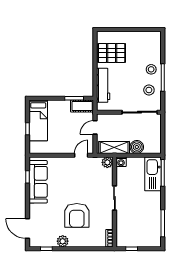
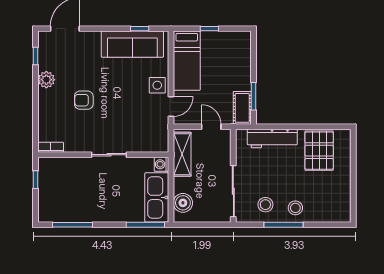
bed: (38, 120) -> (187, 61), moved, turned -90
boiler: (137, 147) -> (183, 203), moved
door: (81, 155) -> (171, 107), hinge flipped
plant: (107, 162) -> (161, 144), removed
side table: (66, 165) -> (157, 85), added
kitchen sink: (153, 174) -> (157, 197), moved, turned -90
armchair: (77, 215) -> (84, 100), width x0.53, depth x0.53

